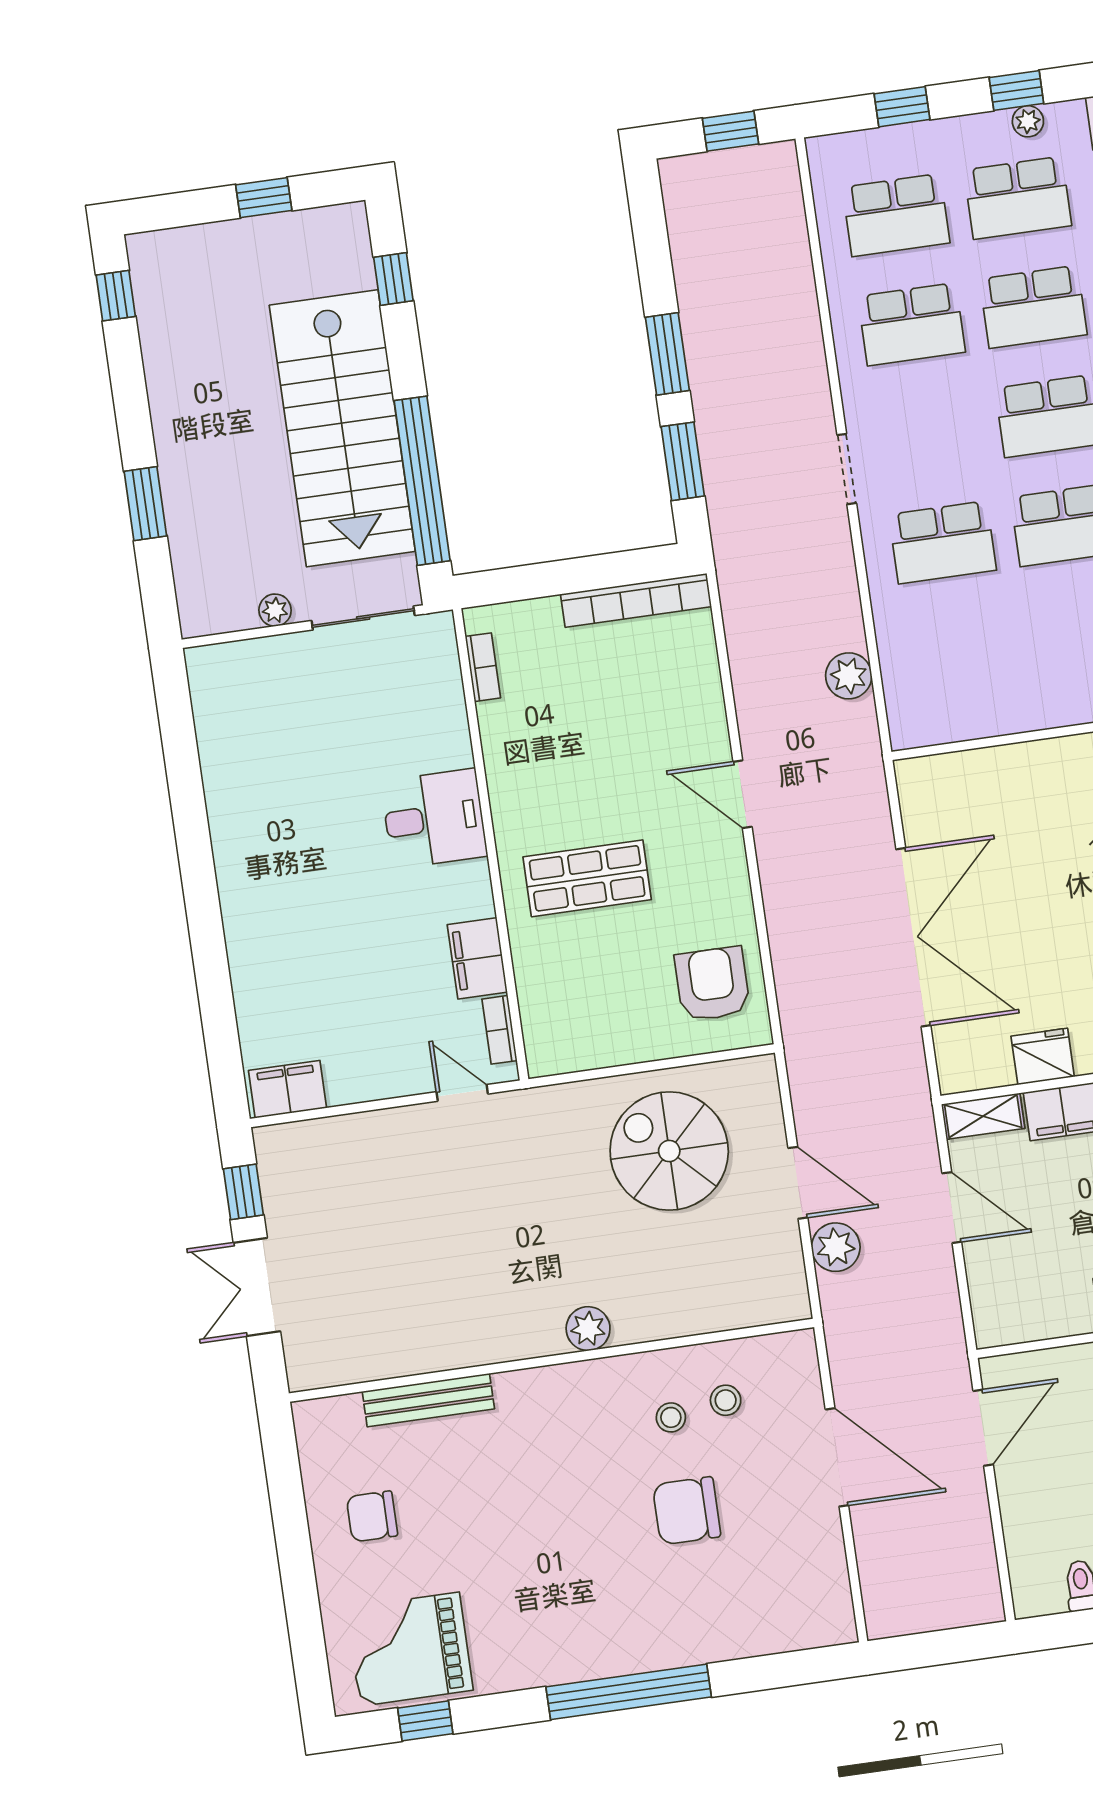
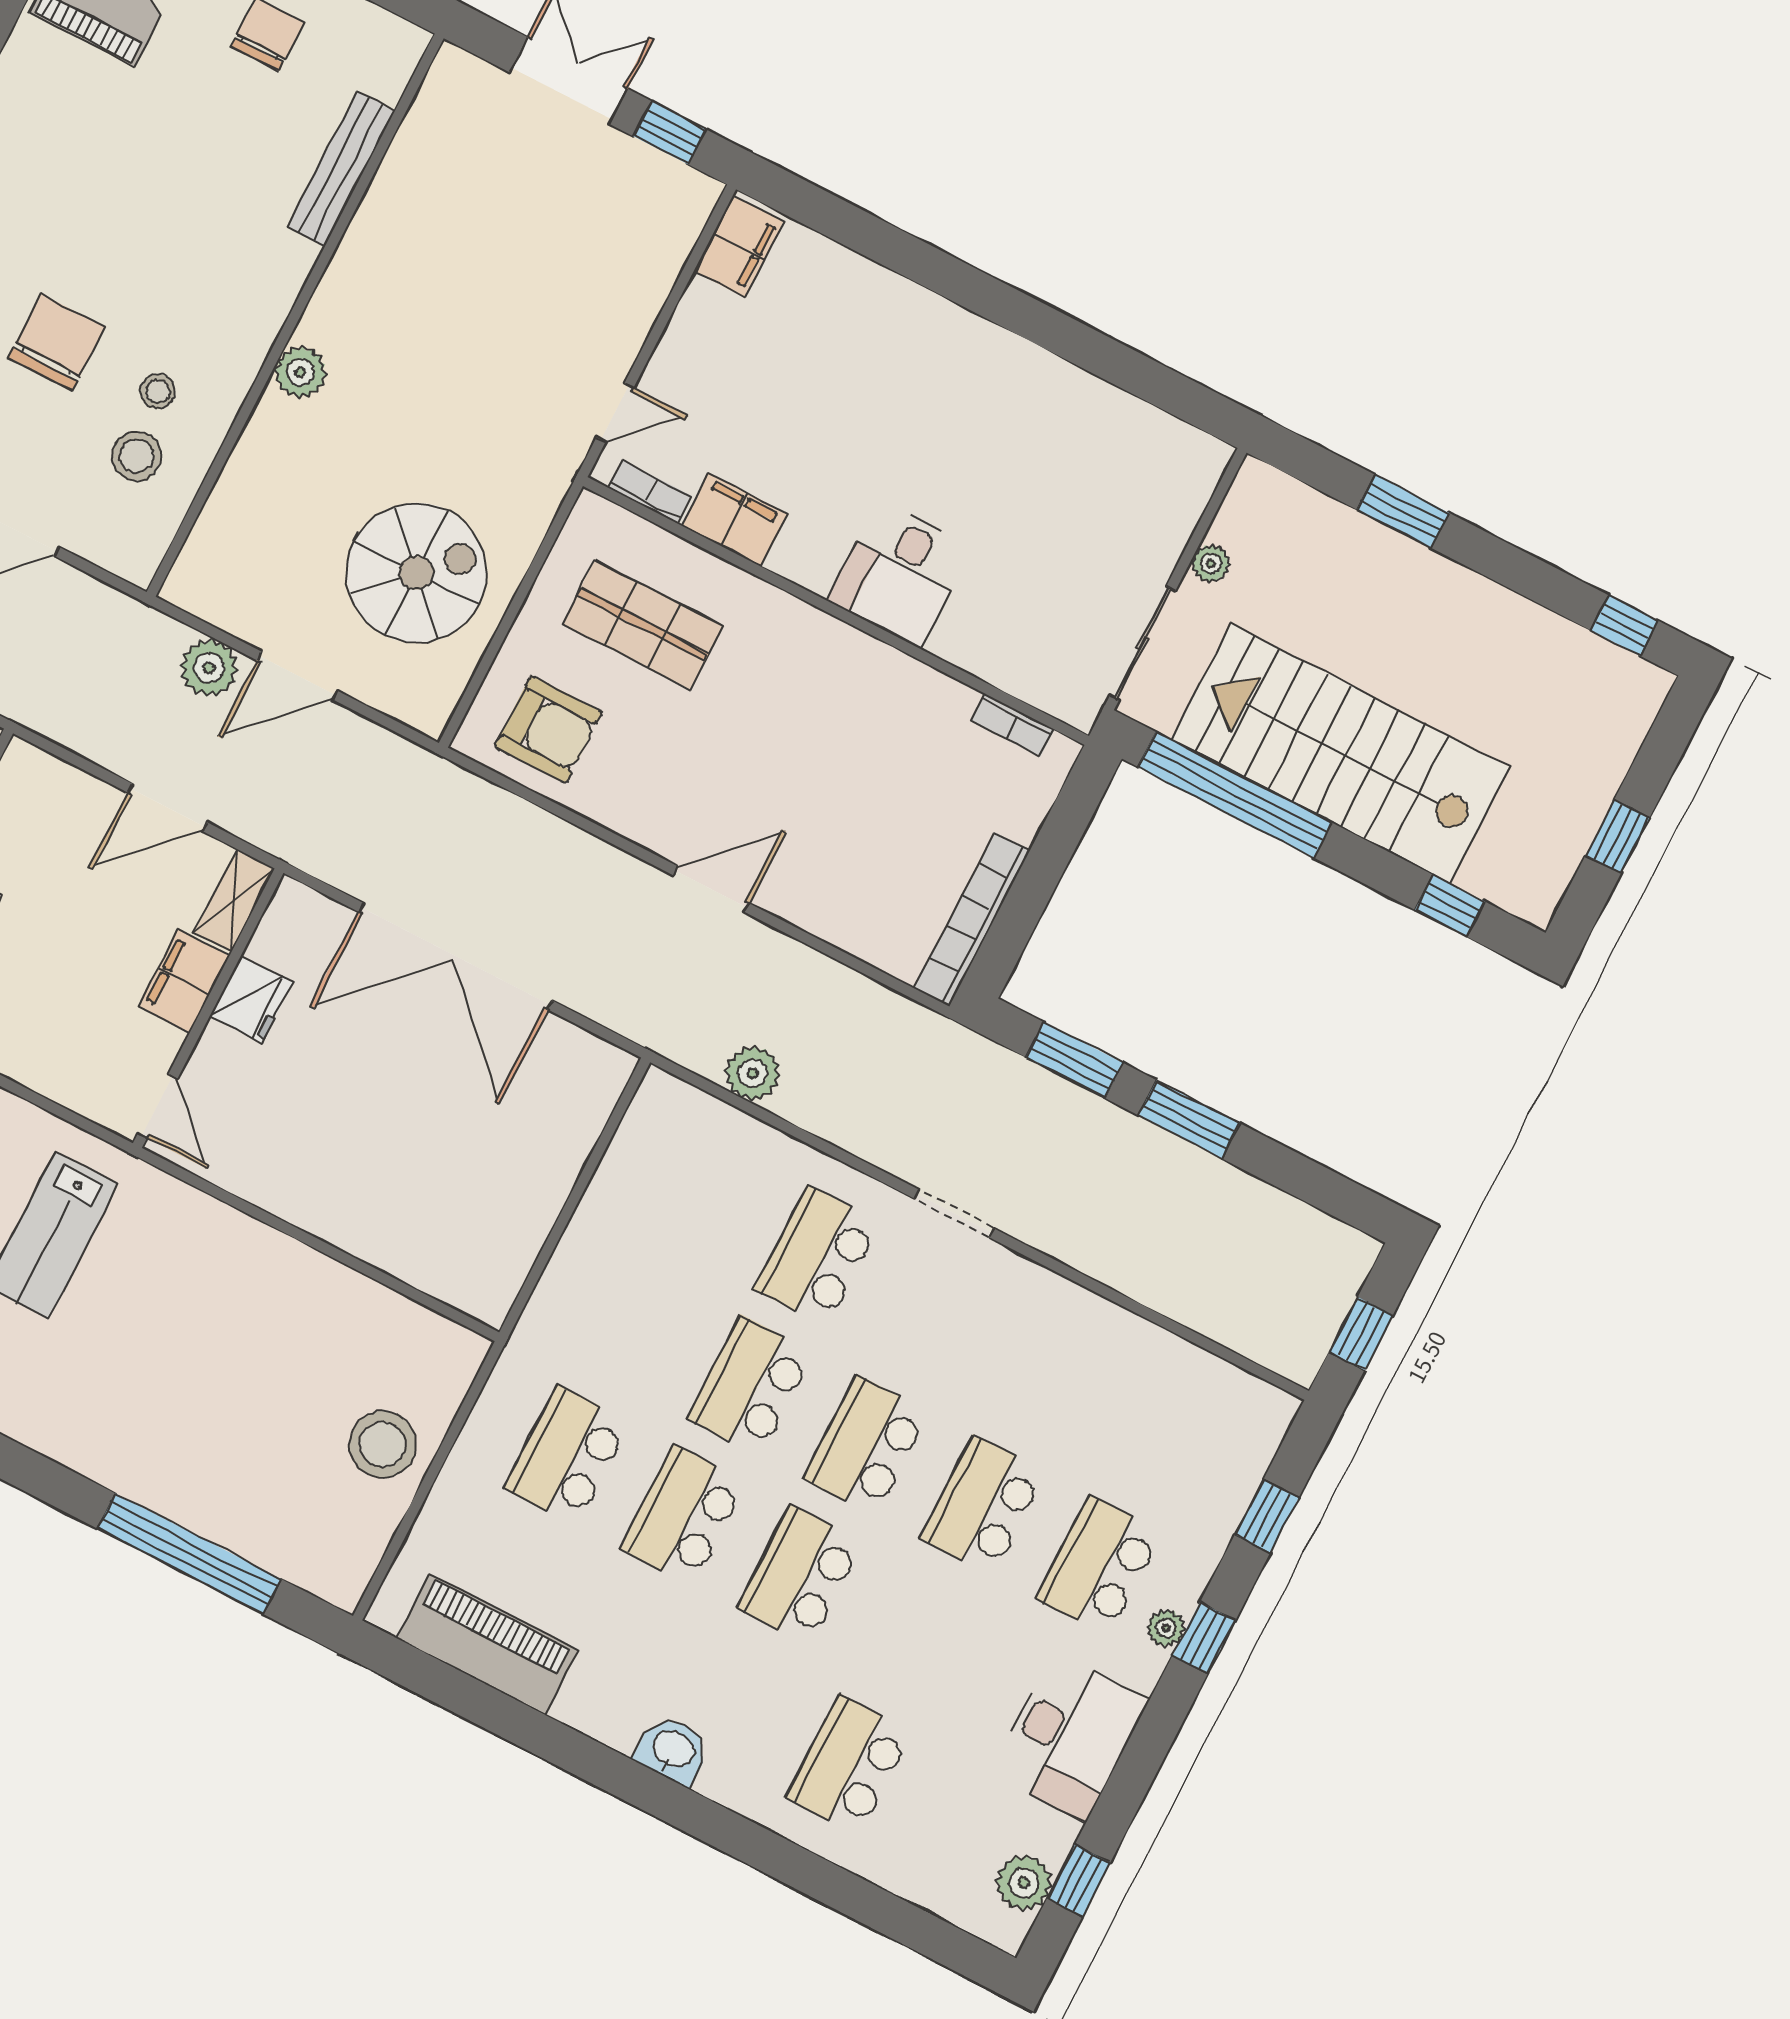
school desk: (896, 215) -> (1166, 1436), removed
school desk: (912, 324) -> (1050, 1376), removed
shop shelf: (587, 878) -> (642, 625), moved, turned 90
stool: (726, 1400) -> (136, 456), width x1.37, depth x1.37

